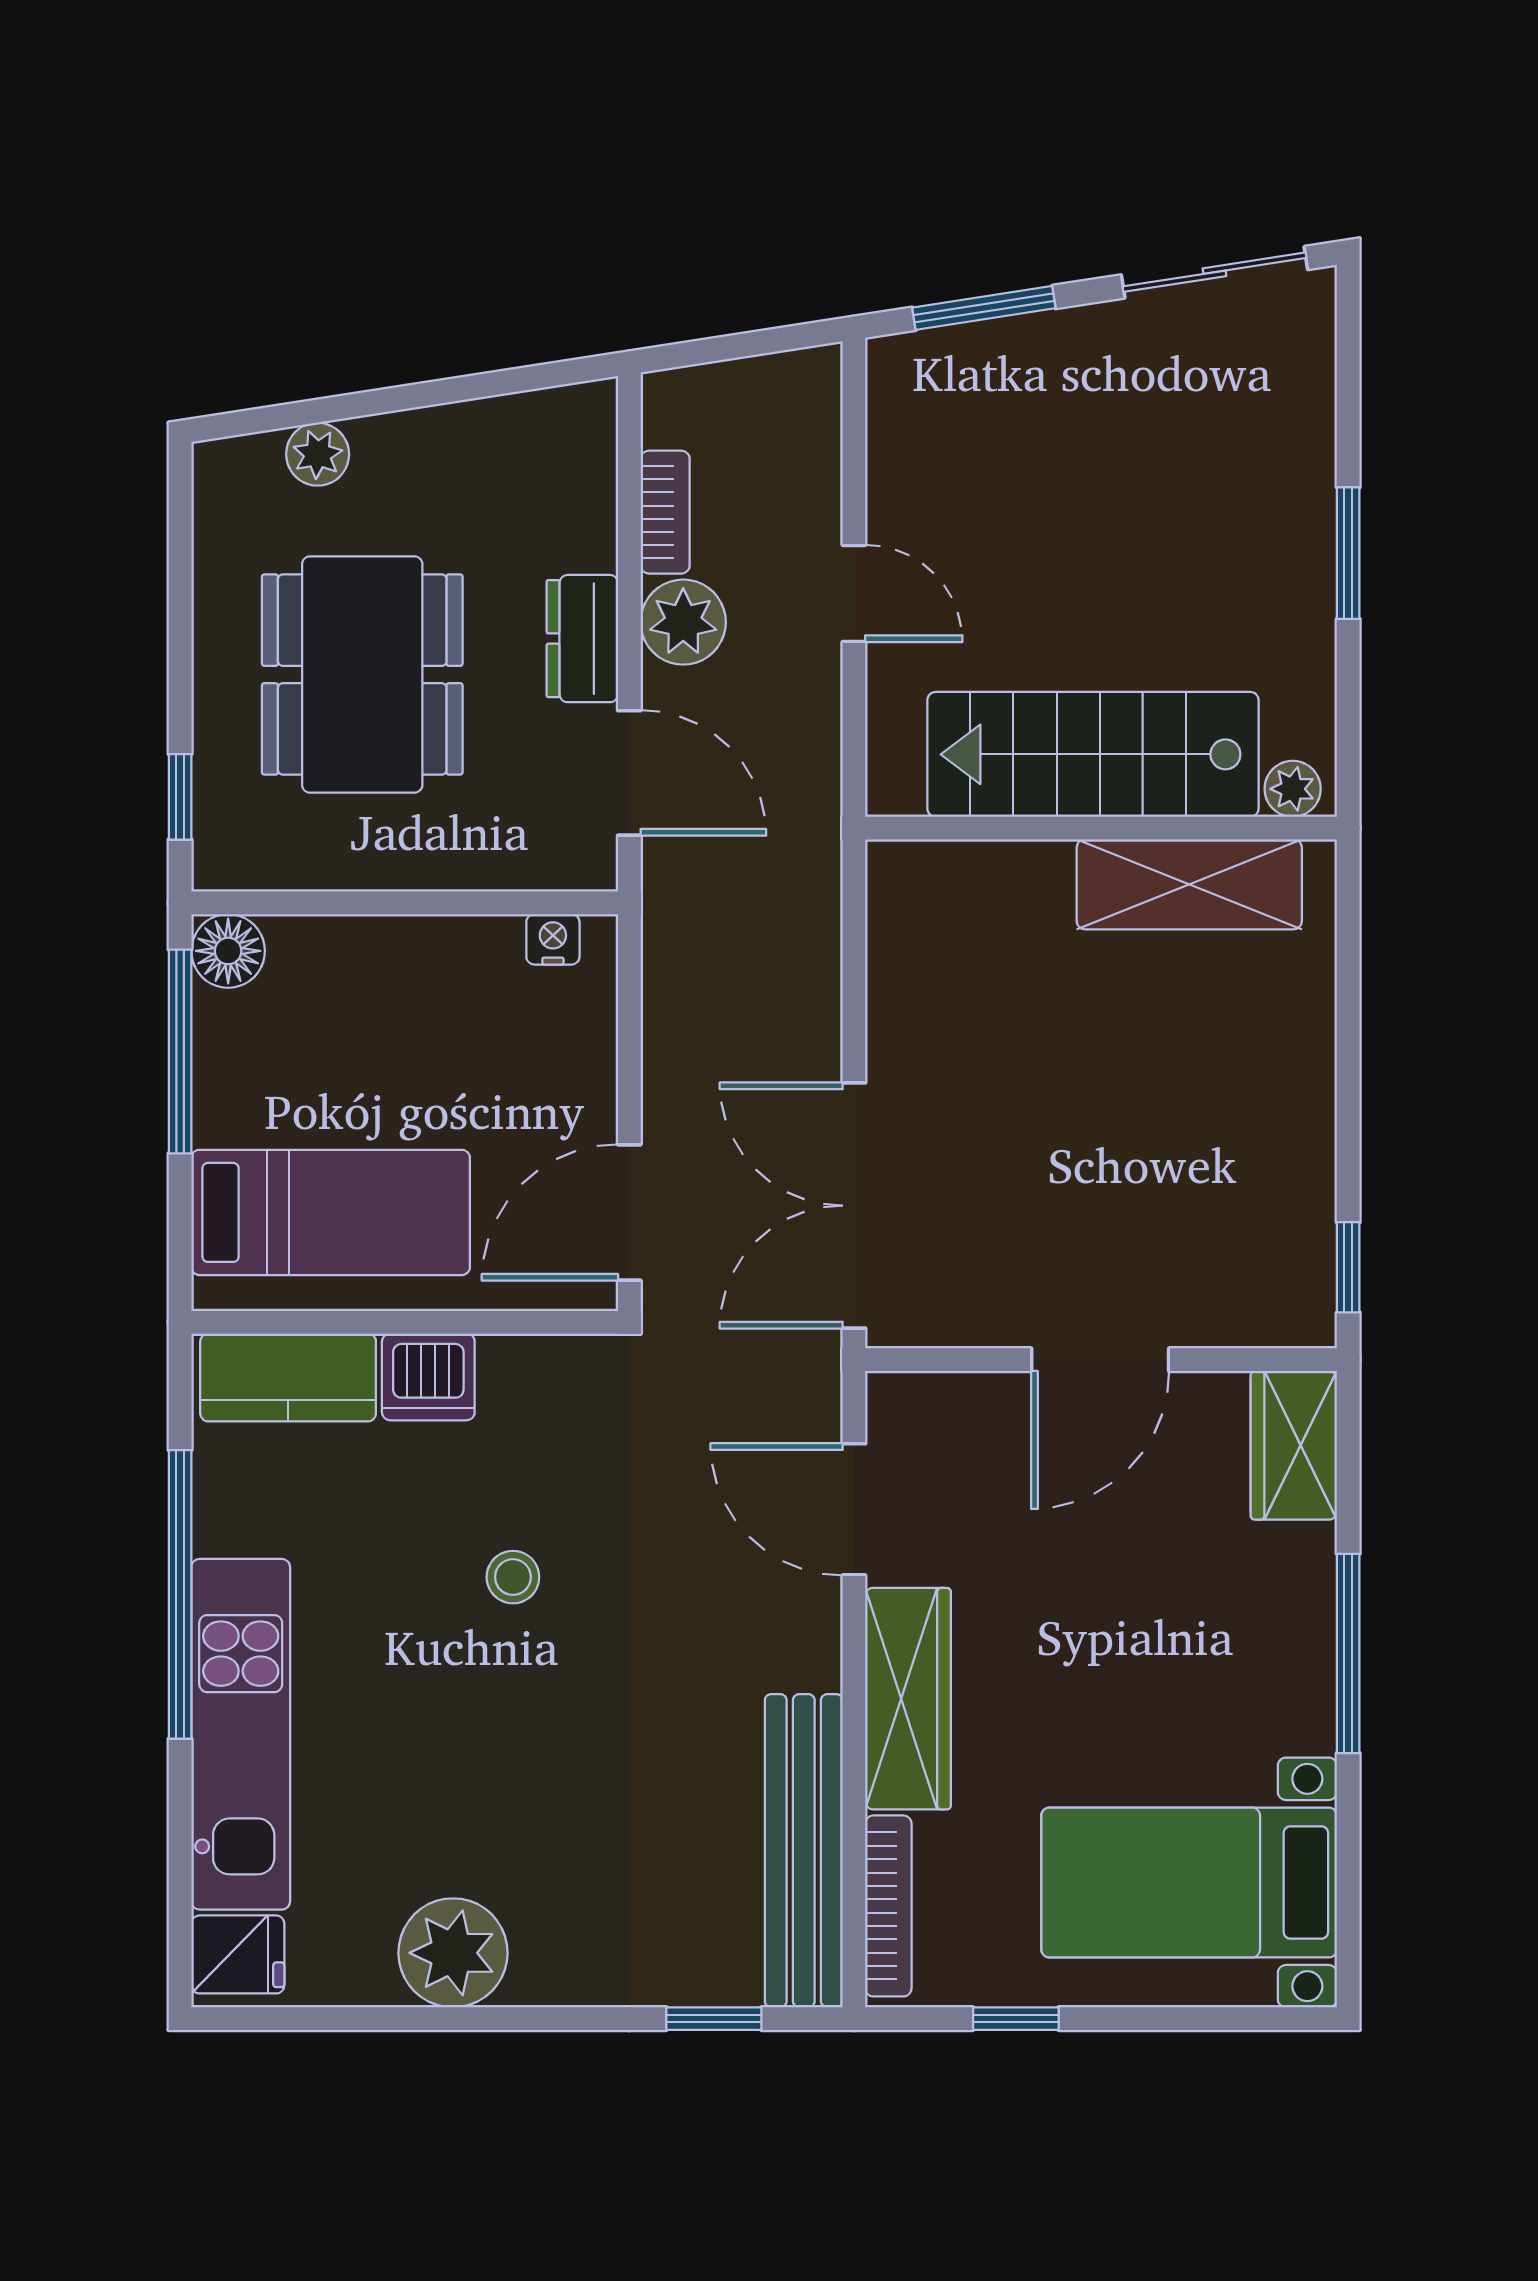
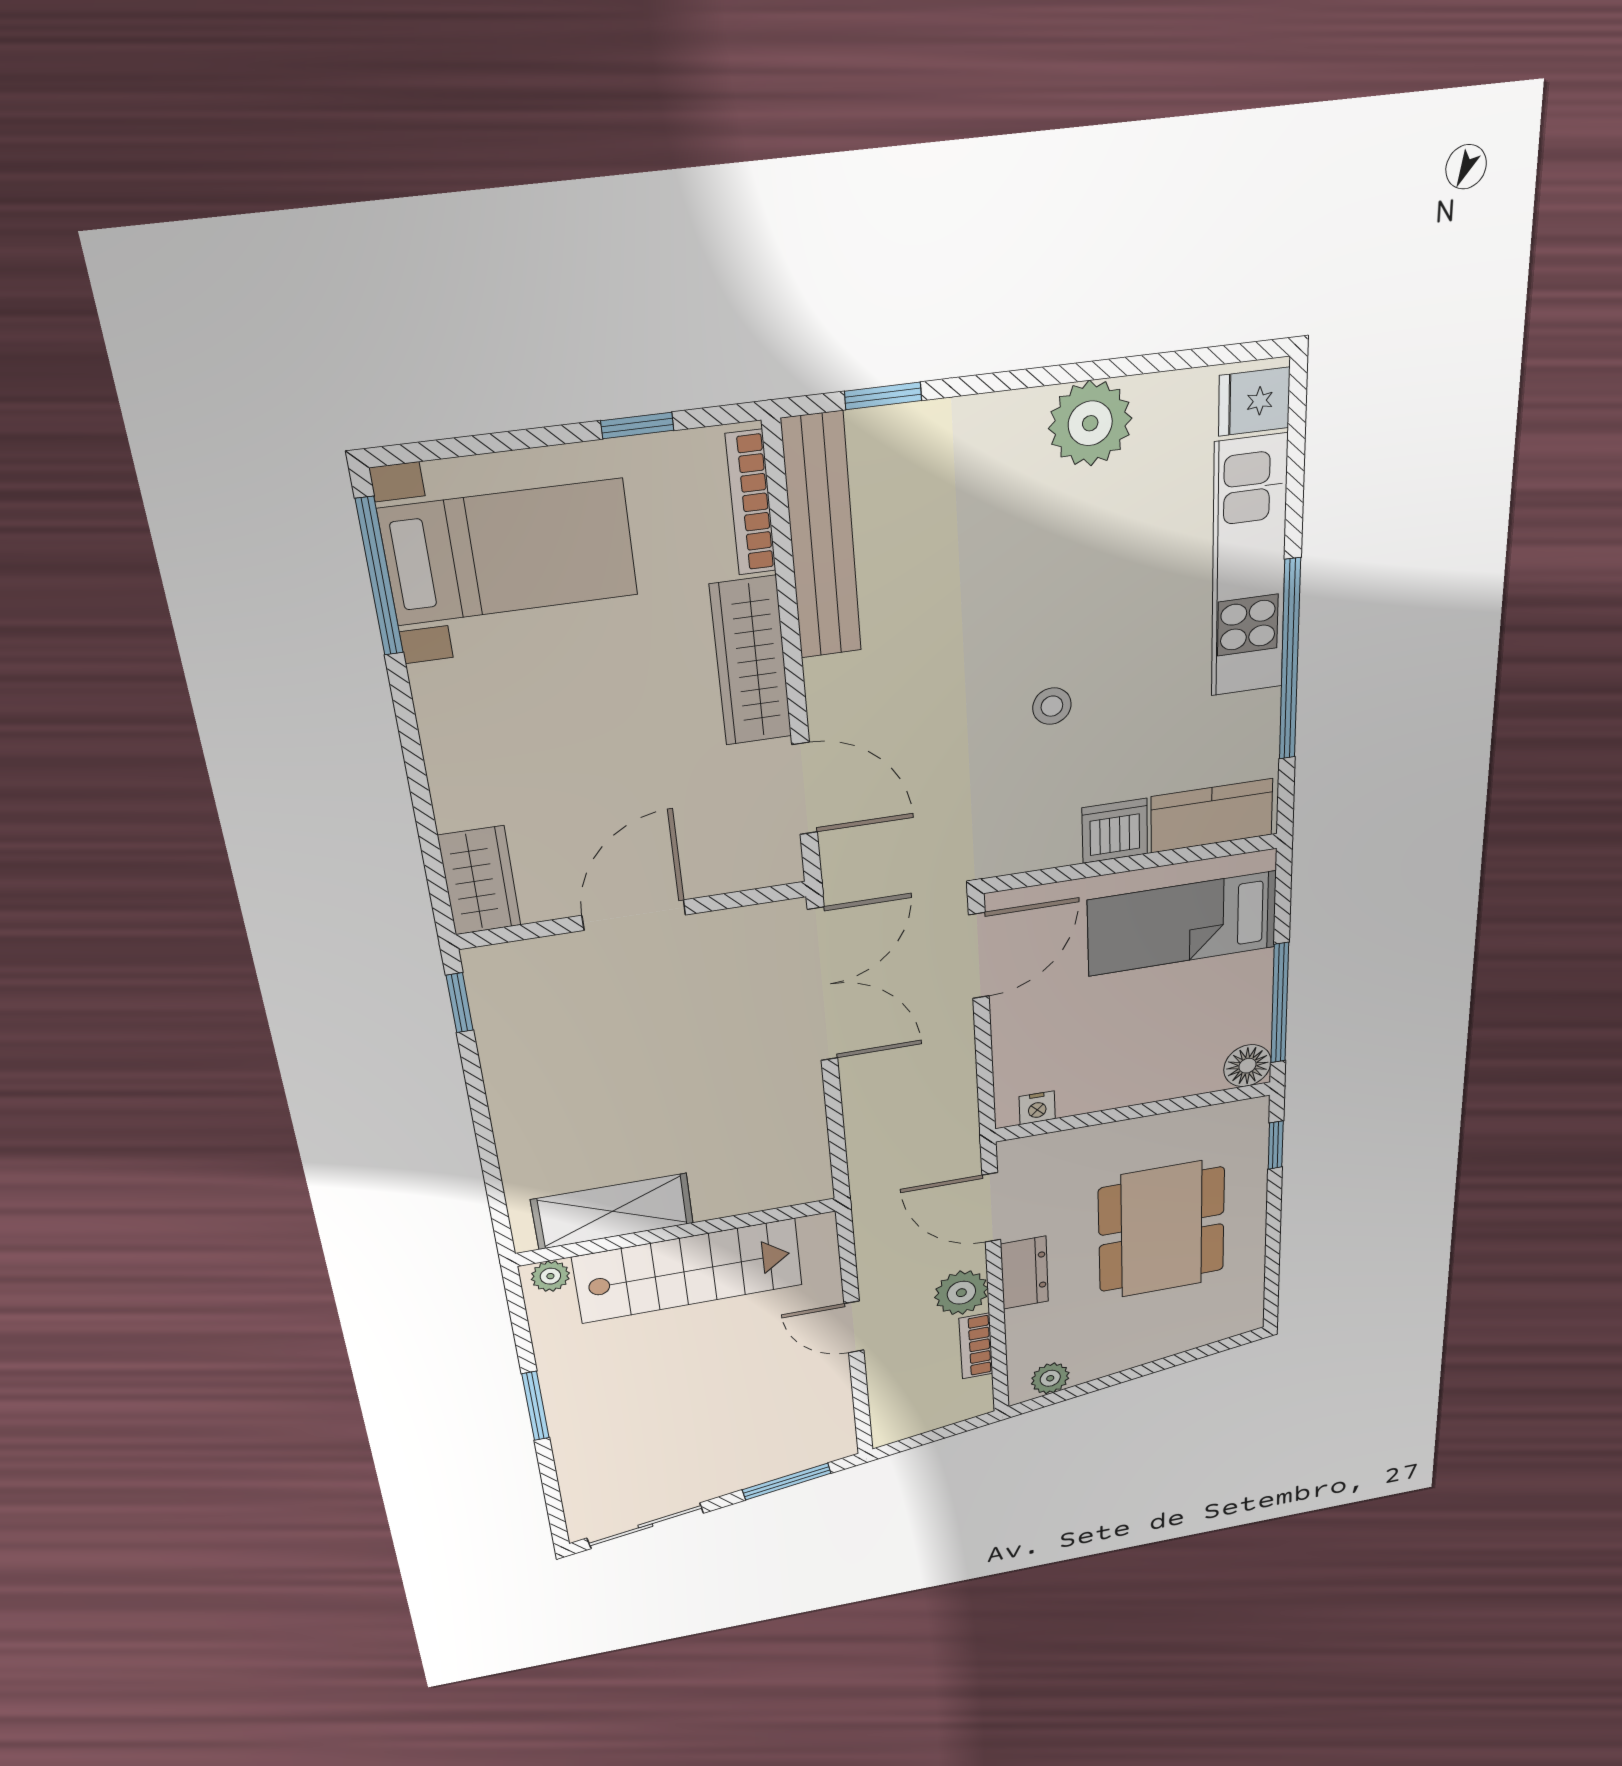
plant: (318, 454) -> (1050, 1378), moved
window: (1348, 1653) -> (379, 577), moved

